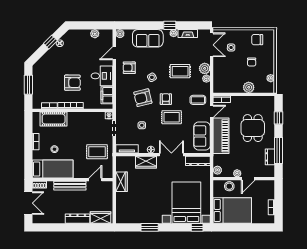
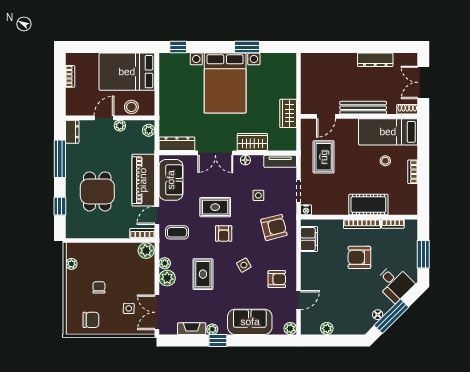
window: (50, 42) -> (391, 316), width x2.17
rug: (180, 71) -> (203, 274), turned 90
desk: (102, 76) -> (394, 283), moved, turned -135
plant: (249, 87) -> (146, 251), moved
armchair: (143, 98) -> (274, 227), moved
cot: (54, 119) -> (368, 205), moved
rug: (97, 152) -> (324, 157), turned 90
dresser: (270, 157) -> (72, 132), moved
bed with nightstands: (186, 203) -> (225, 83), moved
wardrobe: (100, 218) -> (319, 61), removed
dresser: (78, 219) -> (375, 60), moved

